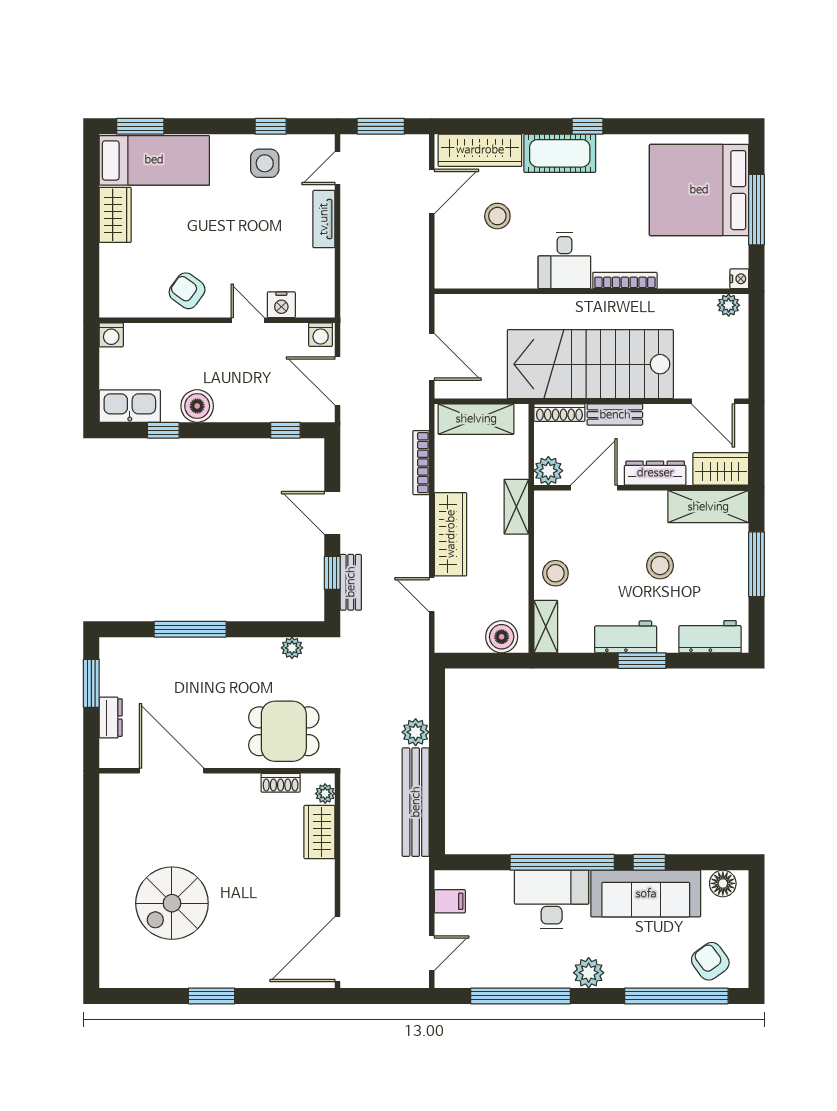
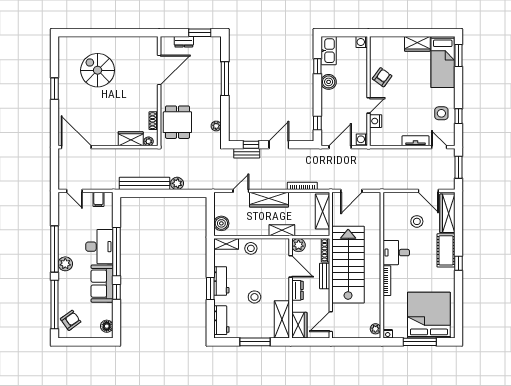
dresser: (655, 473) -> (297, 290), width x0.70
sofa: (646, 894) -> (102, 284), width x0.73
window: (521, 996) -> (55, 249), moved

